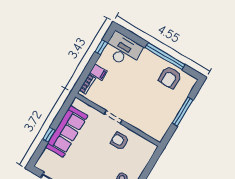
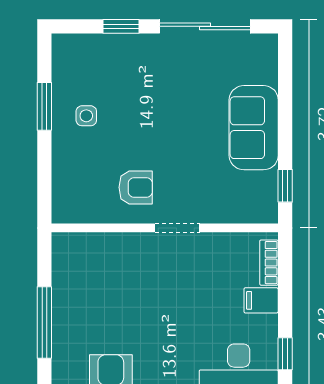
sofa: (67, 131) -> (254, 128), width x0.73
window: (49, 135) -> (285, 186), moved

